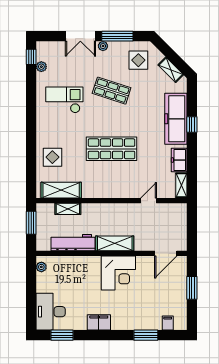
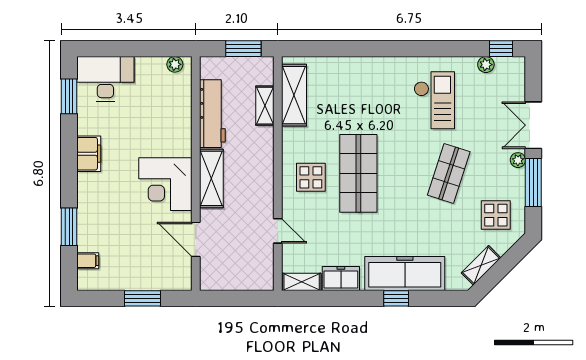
display table: (52, 157) -> (311, 177), moved
door: (166, 253) -> (196, 239), moved

